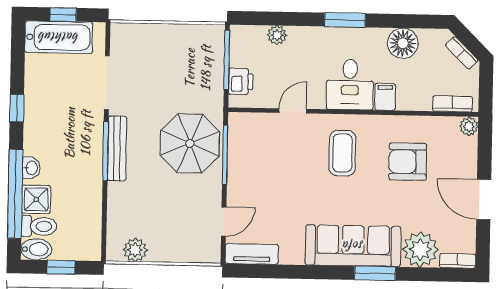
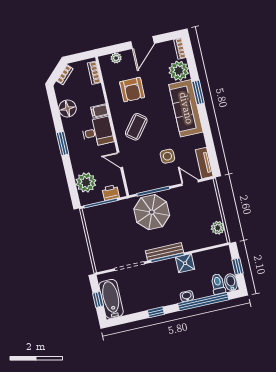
plant: (277, 35) -> (86, 182), width x1.87, depth x1.87
plant: (469, 126) -> (116, 58), moved
coffee table: (342, 153) -> (136, 127), turned -52
side table: (279, 194) -> (167, 156), added
shower: (36, 199) -> (185, 263), moved

